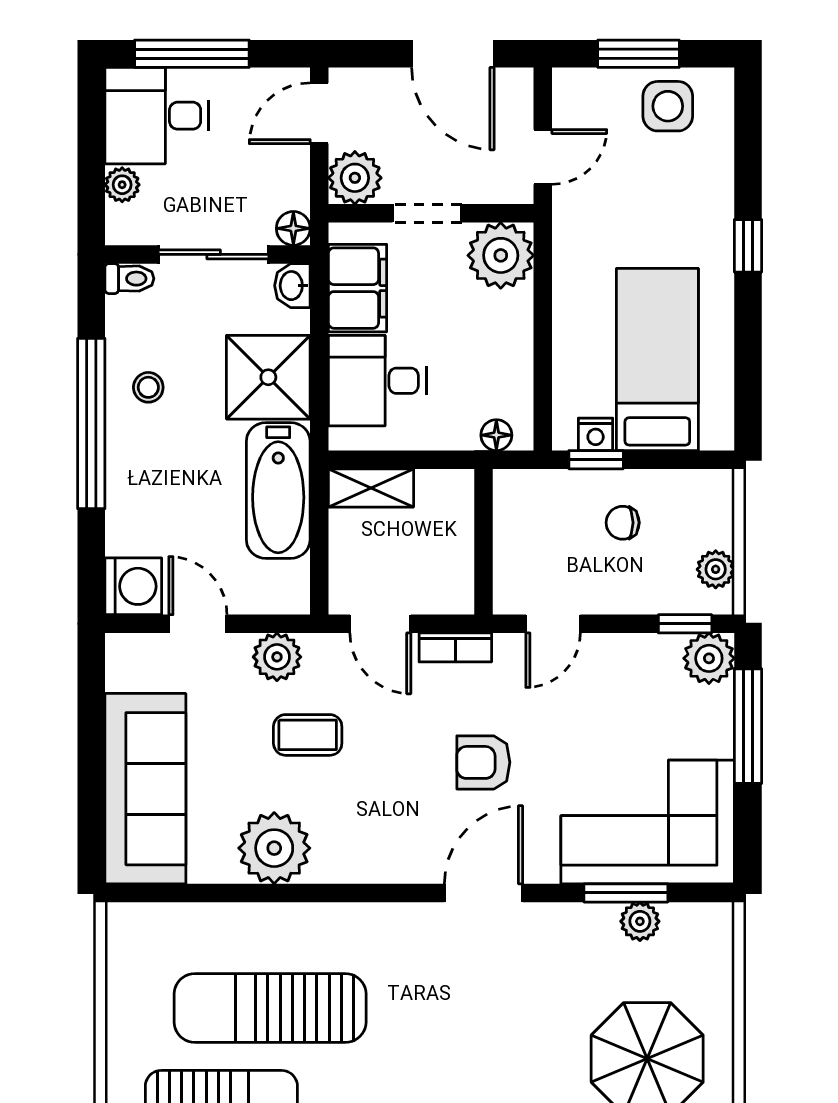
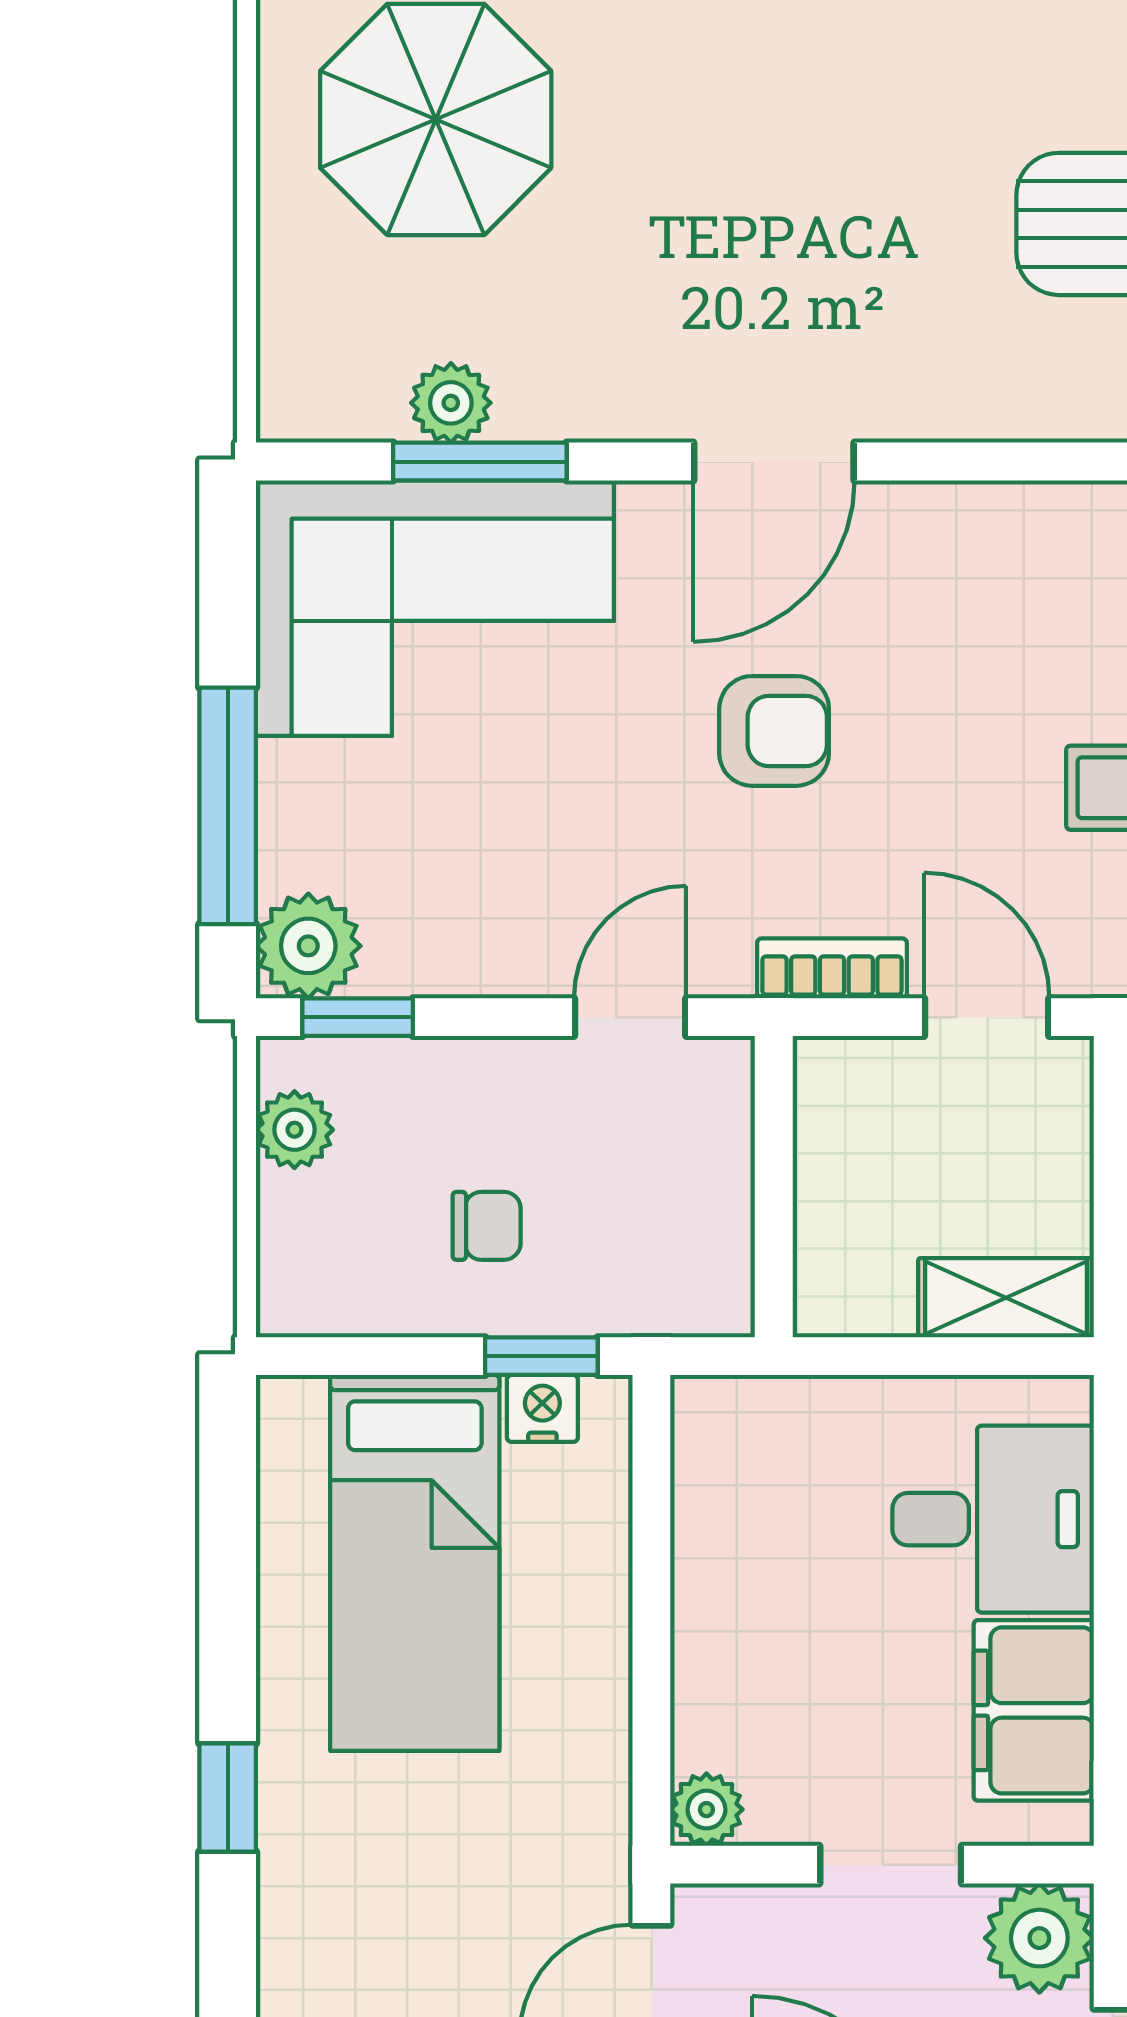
plant: (501, 255) -> (706, 1810), width x0.53, depth x0.53
floor lamp: (496, 435) -> (747, 1407), removed

